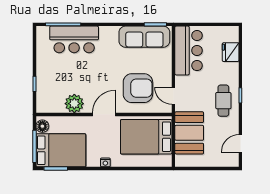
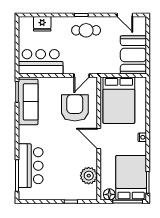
plant: (74, 104) -> (89, 176), moved
booth: (189, 133) -> (133, 55), moved, turned 90

